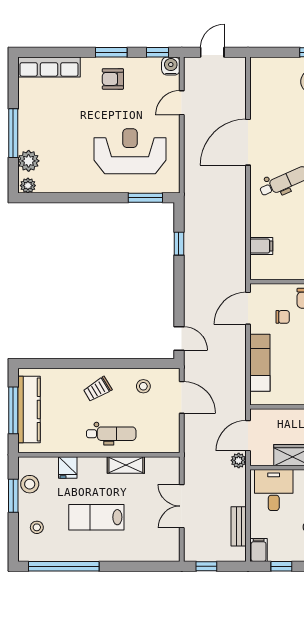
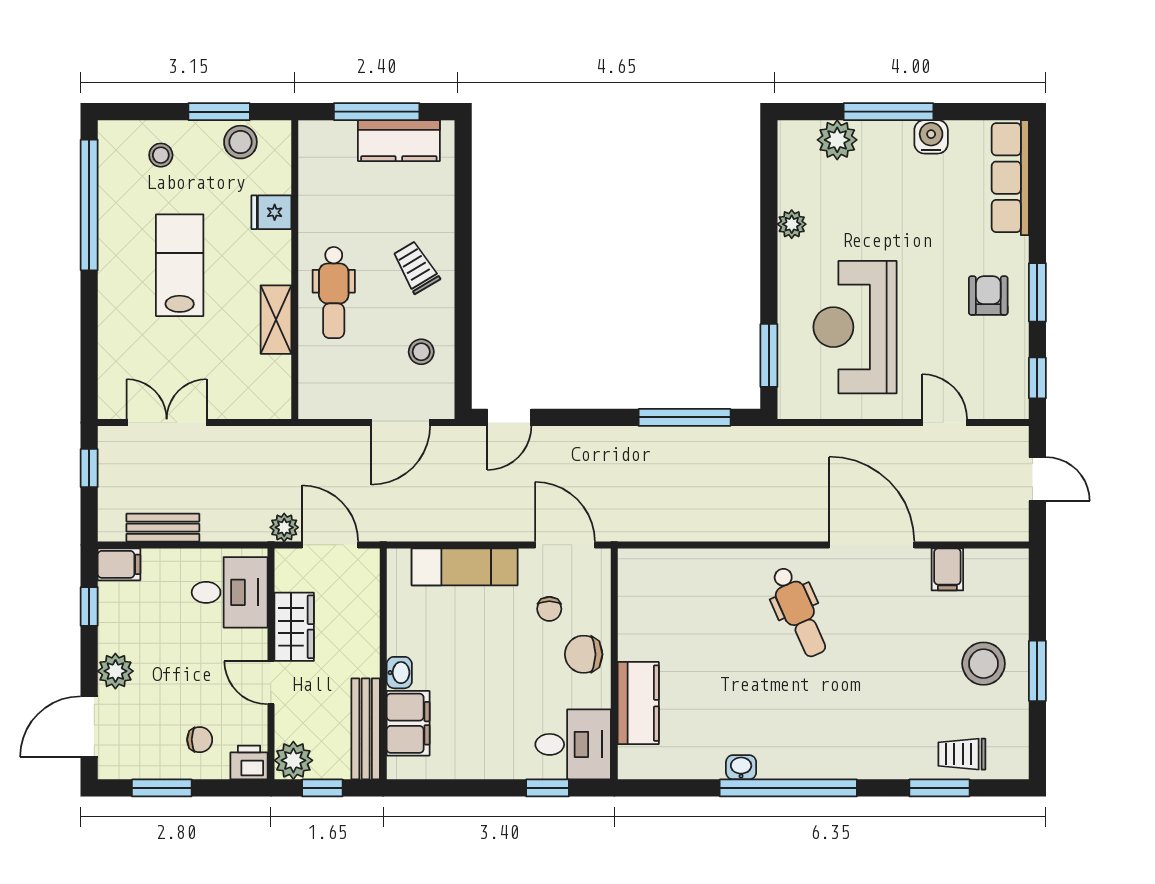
water cooler: (171, 66) -> (931, 137), moved, turned -90
reception desk: (130, 151) -> (855, 327), turned 180
plant: (28, 186) -> (792, 224), moved
window: (179, 244) -> (685, 417), width x2.17
filing cabinet: (261, 246) -> (947, 569), moved
kitchen counter: (29, 409) -> (399, 141), width x0.67
double door: (182, 506) -> (167, 423), moved

